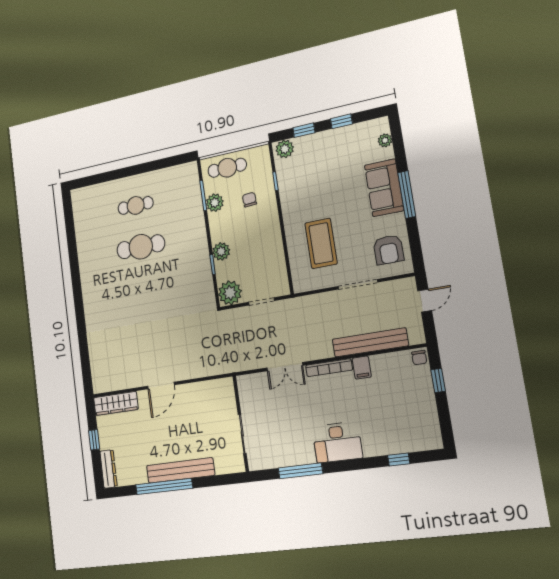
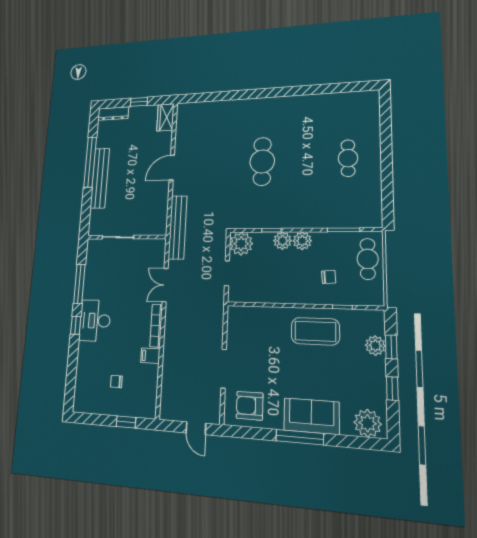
plant: (385, 140) -> (368, 423), width x1.88, depth x1.88
plant: (285, 149) -> (375, 346), moved
plant: (215, 203) -> (302, 241), moved
coffee table: (321, 243) -> (315, 331), moved
cafe table: (141, 247) -> (262, 161), moved
bench: (370, 342) -> (178, 227), moved
chair: (419, 358) -> (116, 382), moved
door: (161, 386) -> (172, 168), hinge flipped
wardrobe: (116, 403) -> (165, 117), width x0.67
window: (399, 459) -> (76, 325), moved

